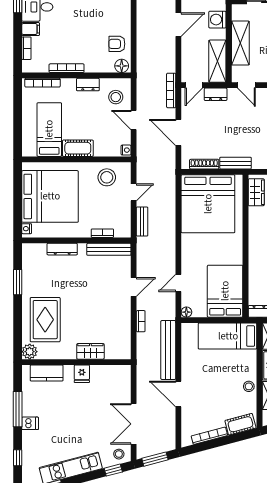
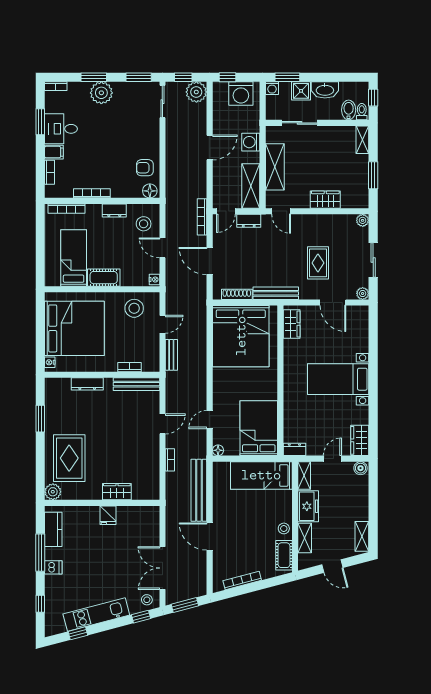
bench: (235, 163) -> (276, 293), width x1.36
kitchen counter: (47, 373) -> (53, 529), moved, turned -90
cot: (240, 424) -> (284, 555), moved, turned -75

